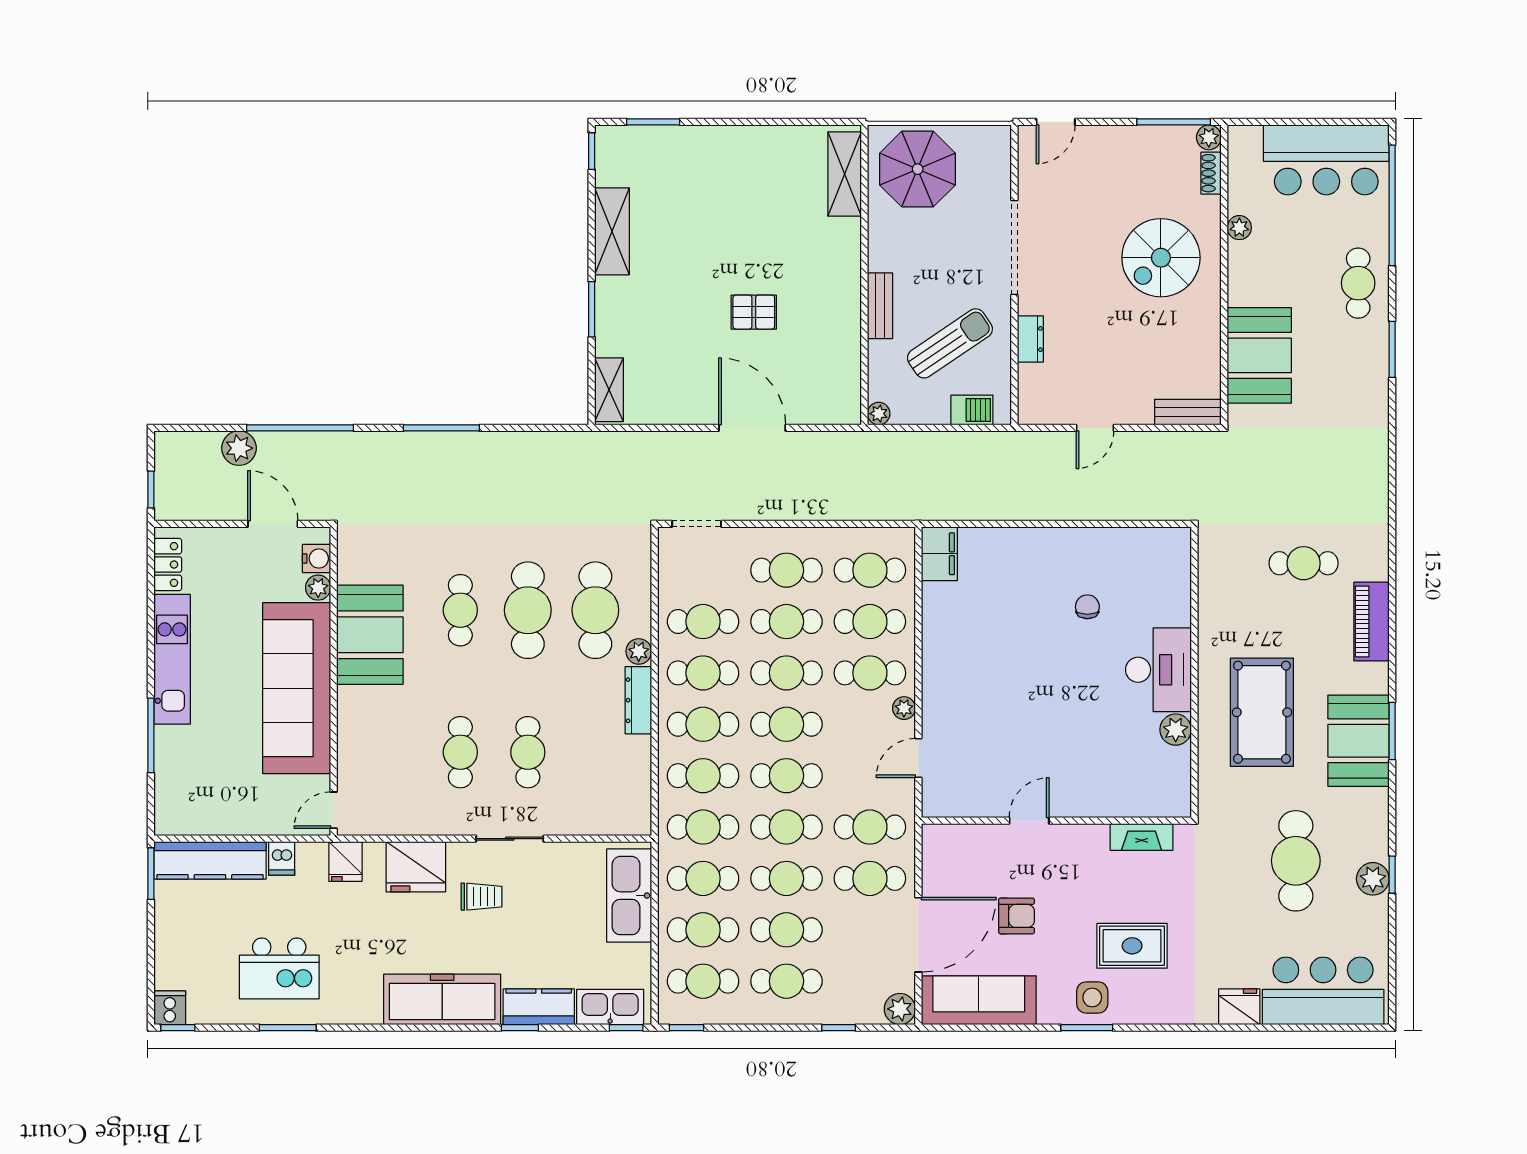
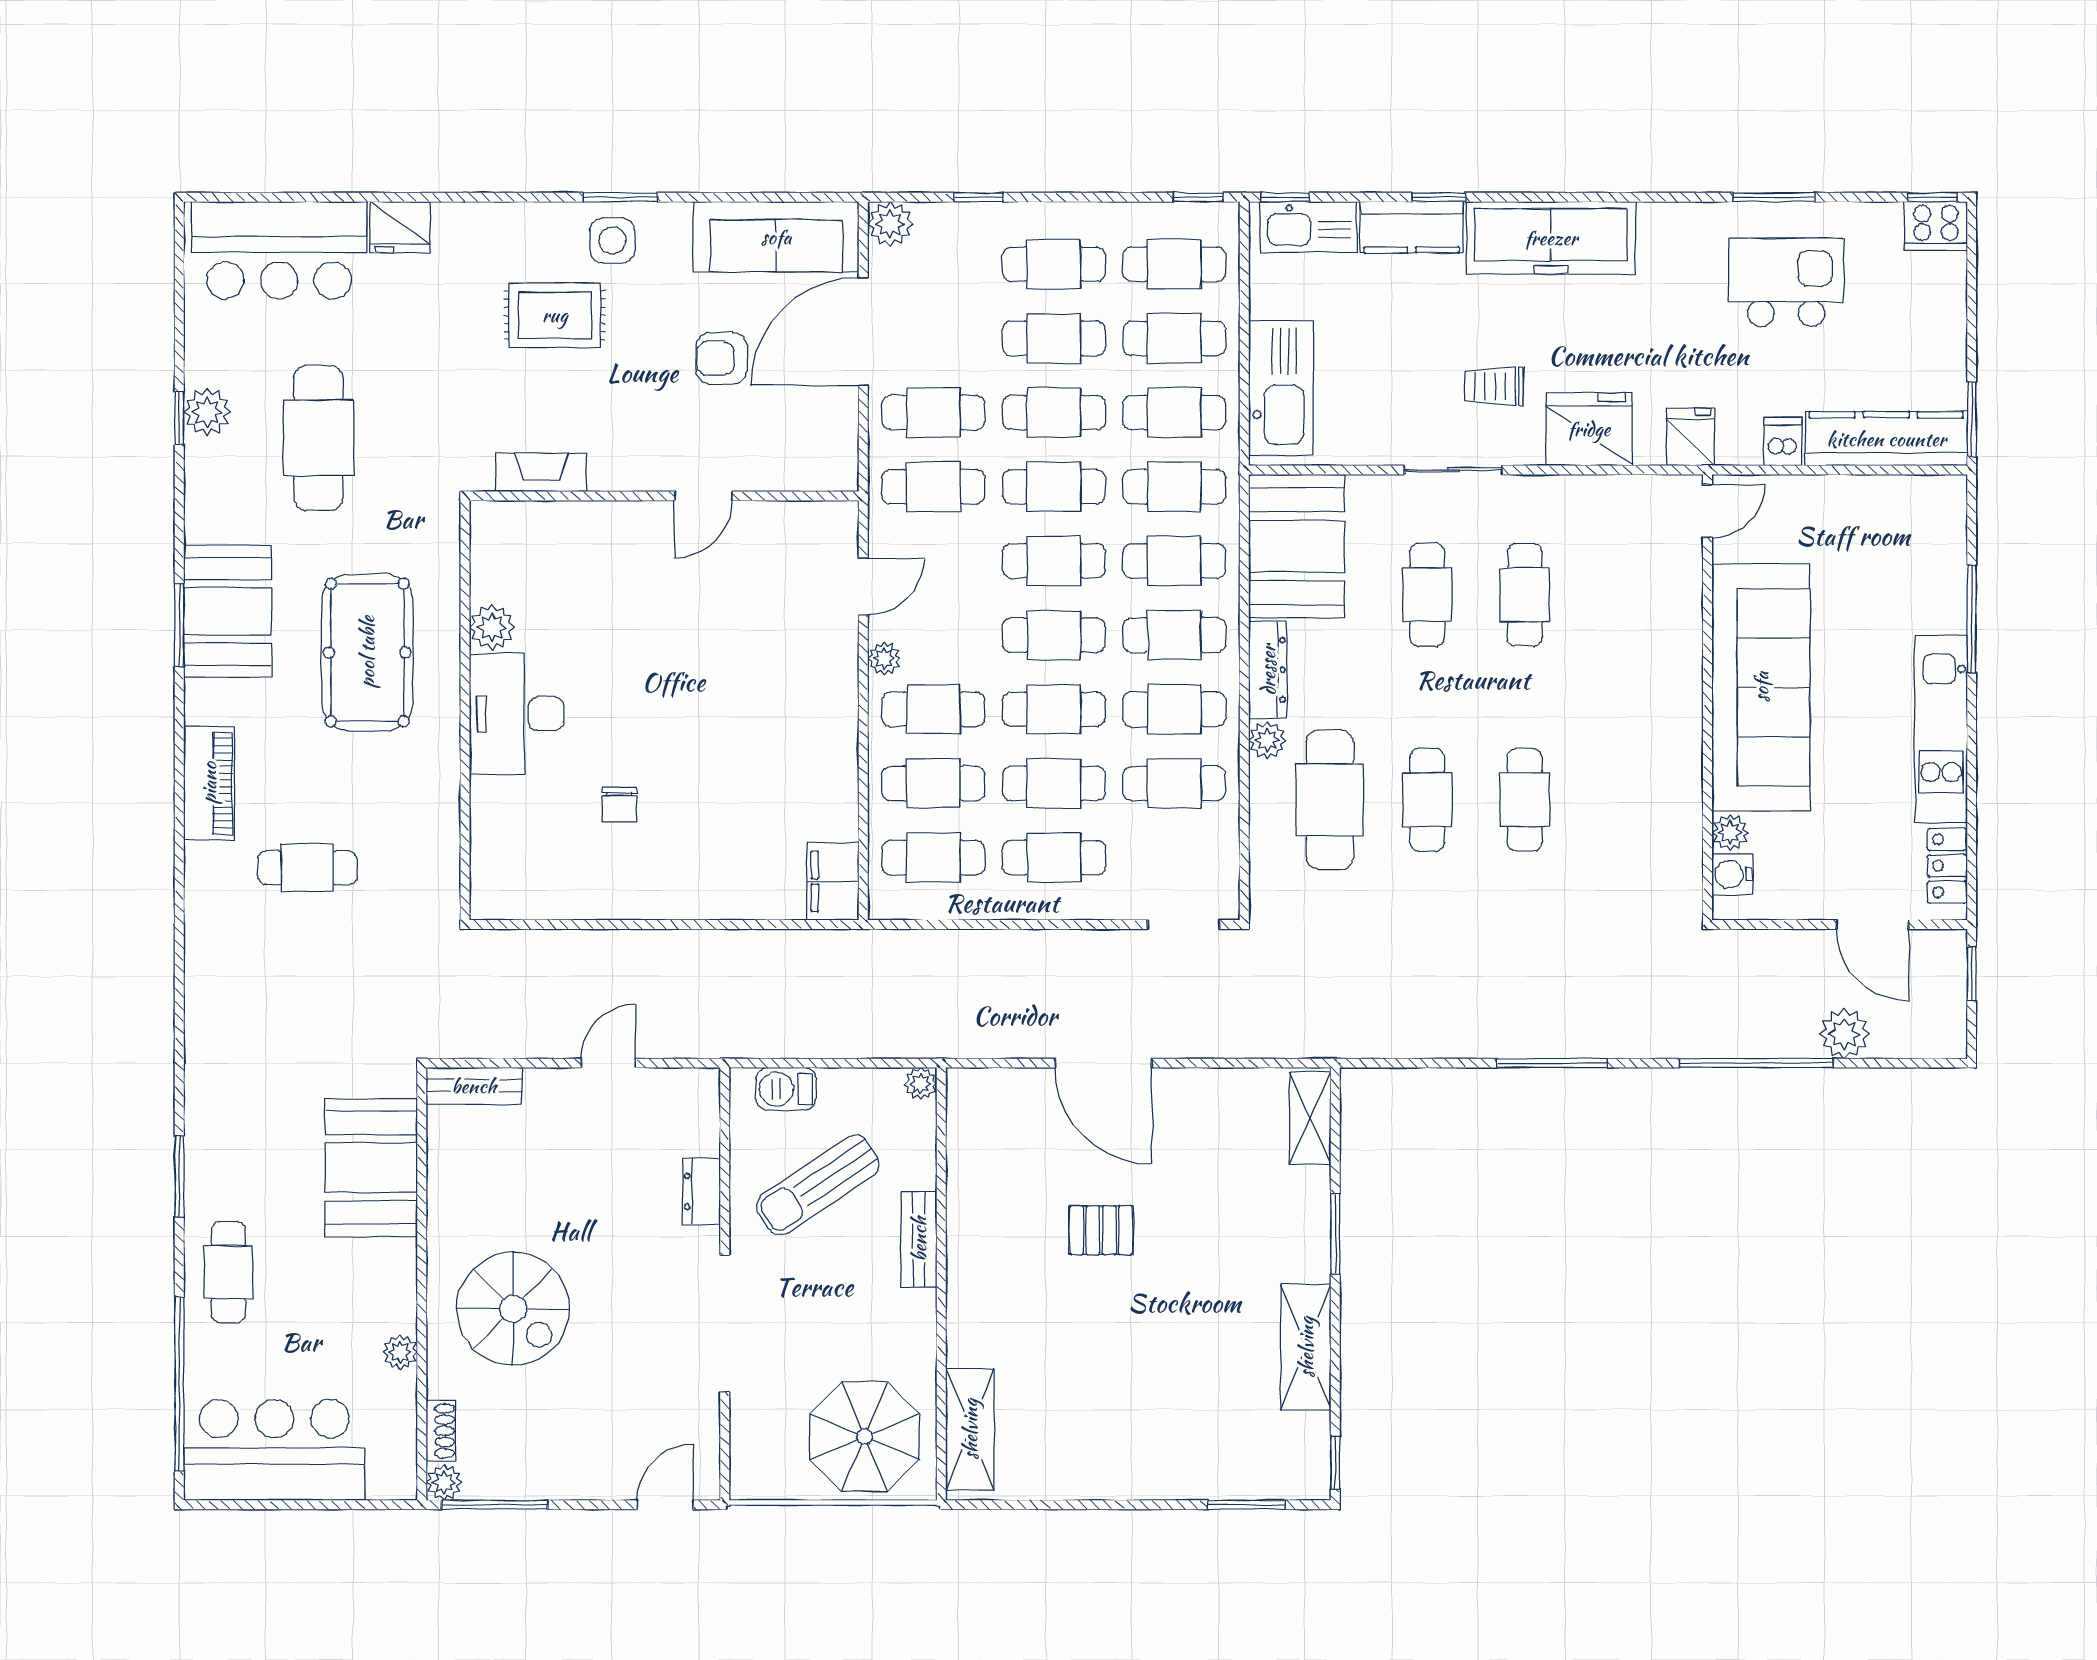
spiral stairs: (1161, 258) -> (513, 1309), turned 90
door: (273, 524) -> (1873, 925), moved
cafe table: (528, 610) -> (1427, 800), width x0.73, depth x0.74
booth: (370, 635) -> (1297, 546), moved
cooker: (170, 1008) -> (1936, 226), width x1.36

